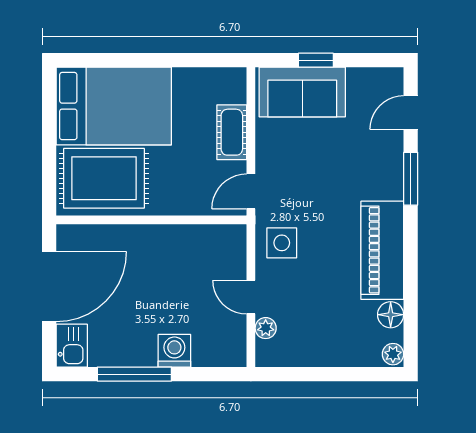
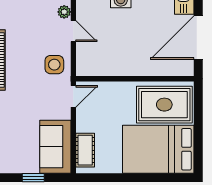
sofa: (302, 92) -> (55, 147), moved, turned -90
cot: (232, 132) -> (85, 150), moved

